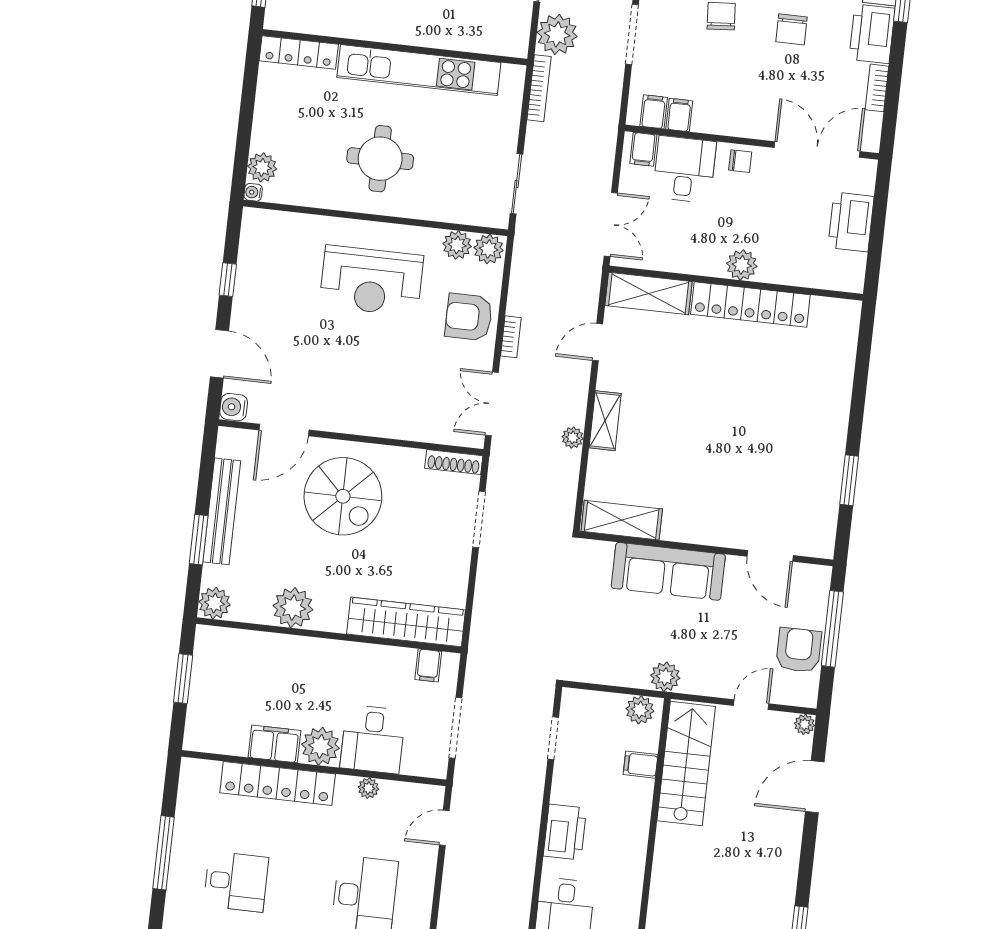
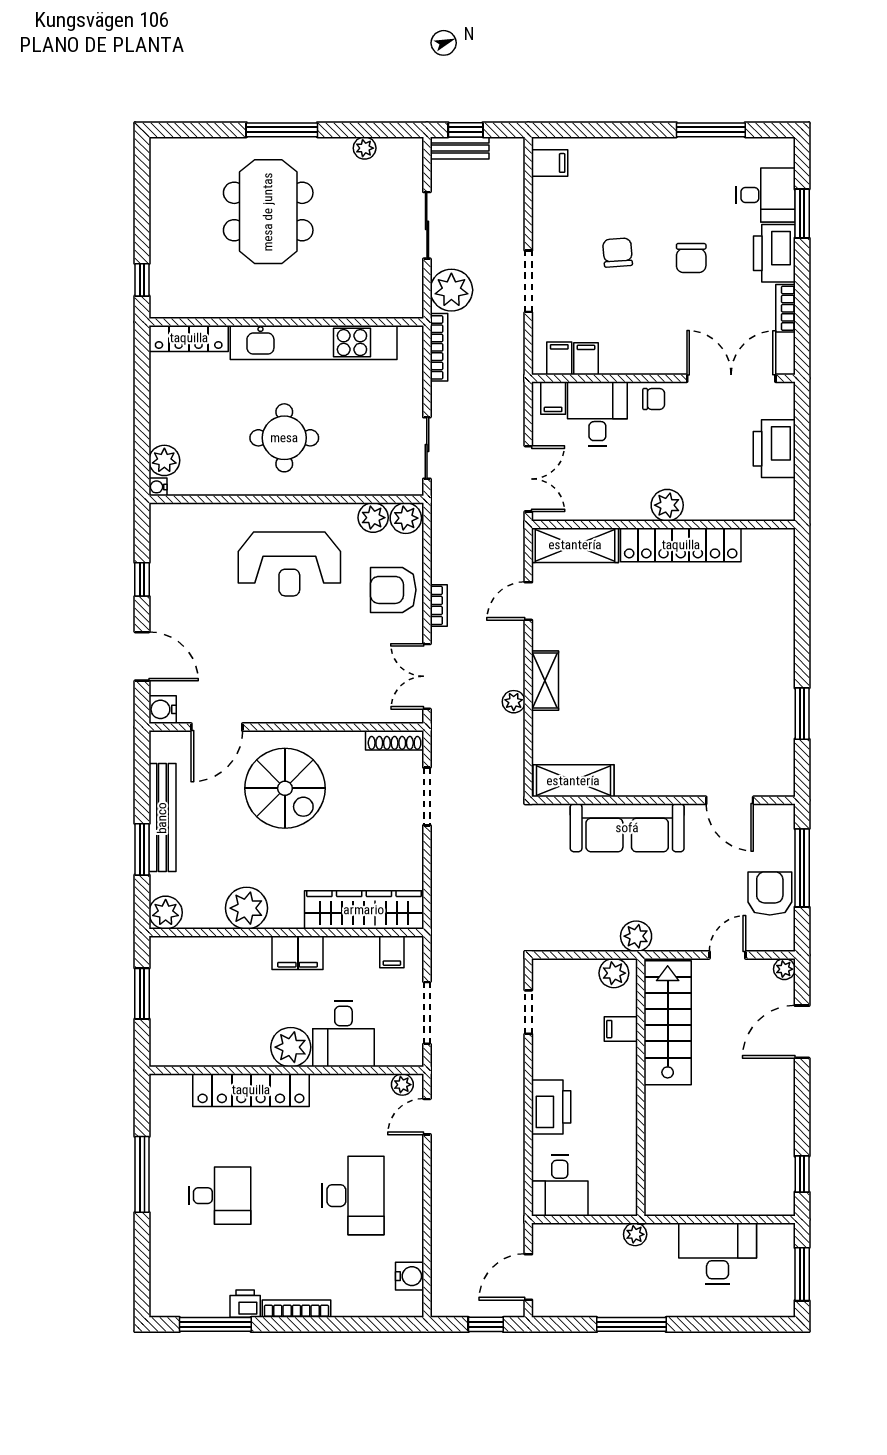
filing cabinet: (274, 744) -> (298, 953), moved, turned 180
plant: (368, 788) -> (402, 1085), moved

